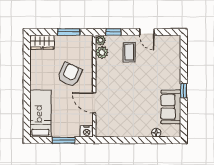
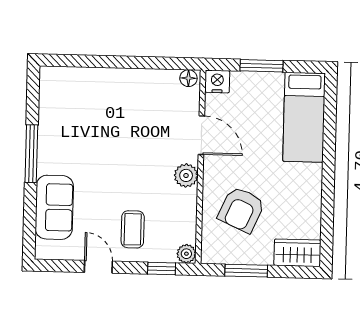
plant: (102, 52) -> (186, 175), moved
armchair: (70, 75) -> (241, 210), moved
window: (184, 91) -> (31, 154), width x2.17
sofa: (171, 107) -> (54, 207), moved
floor lamp: (156, 133) -> (188, 78), moved

